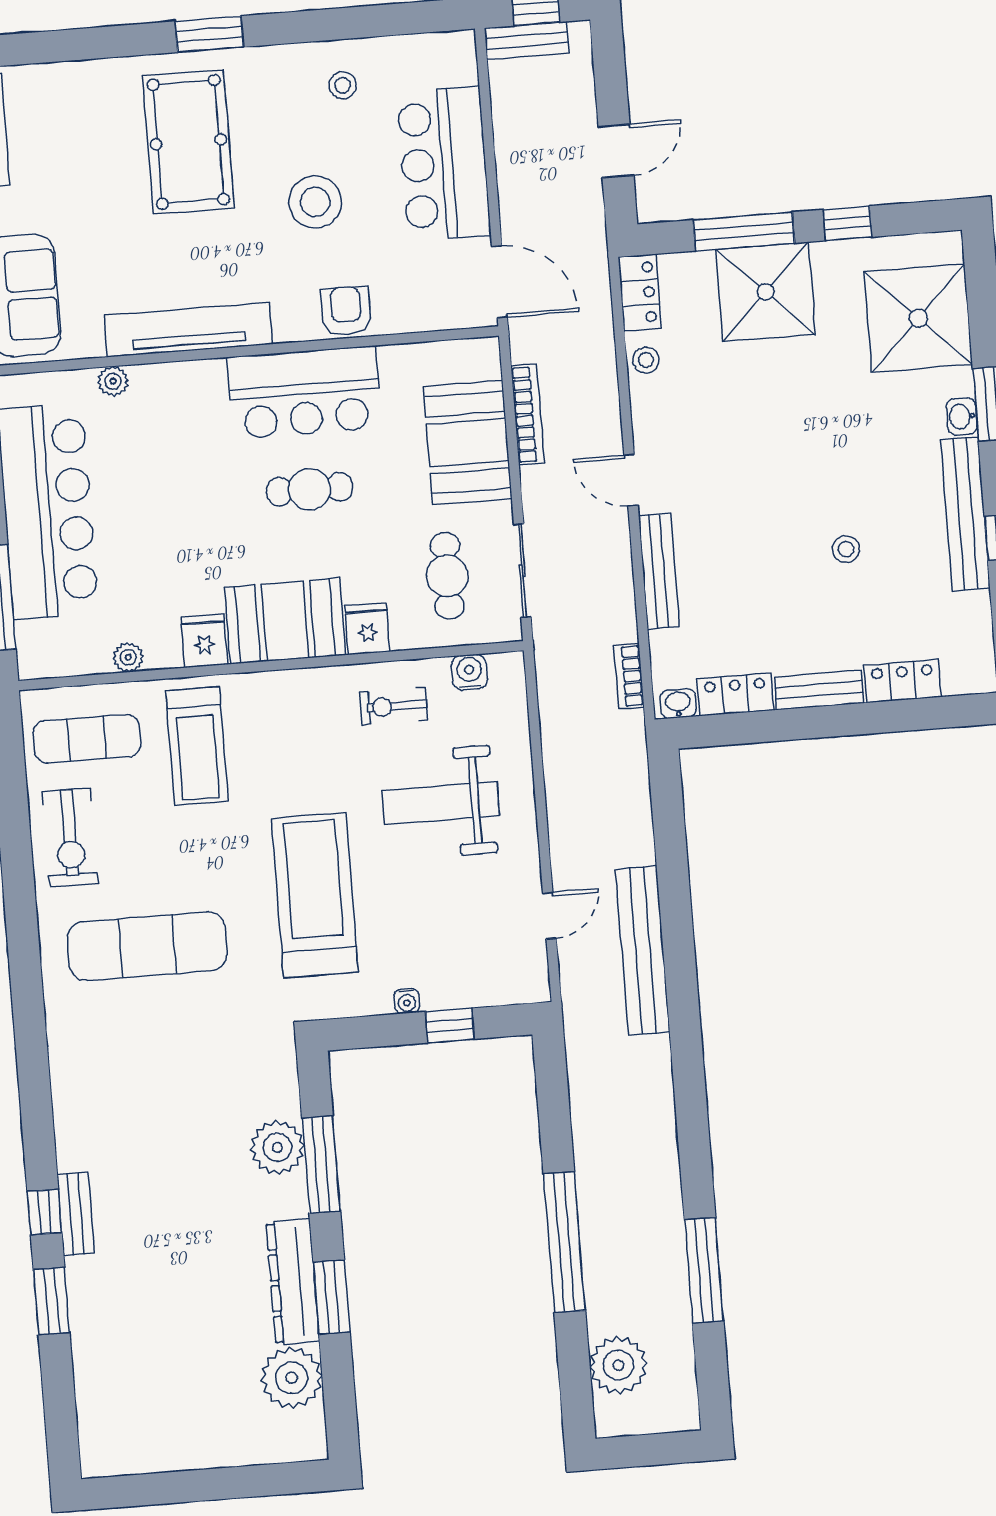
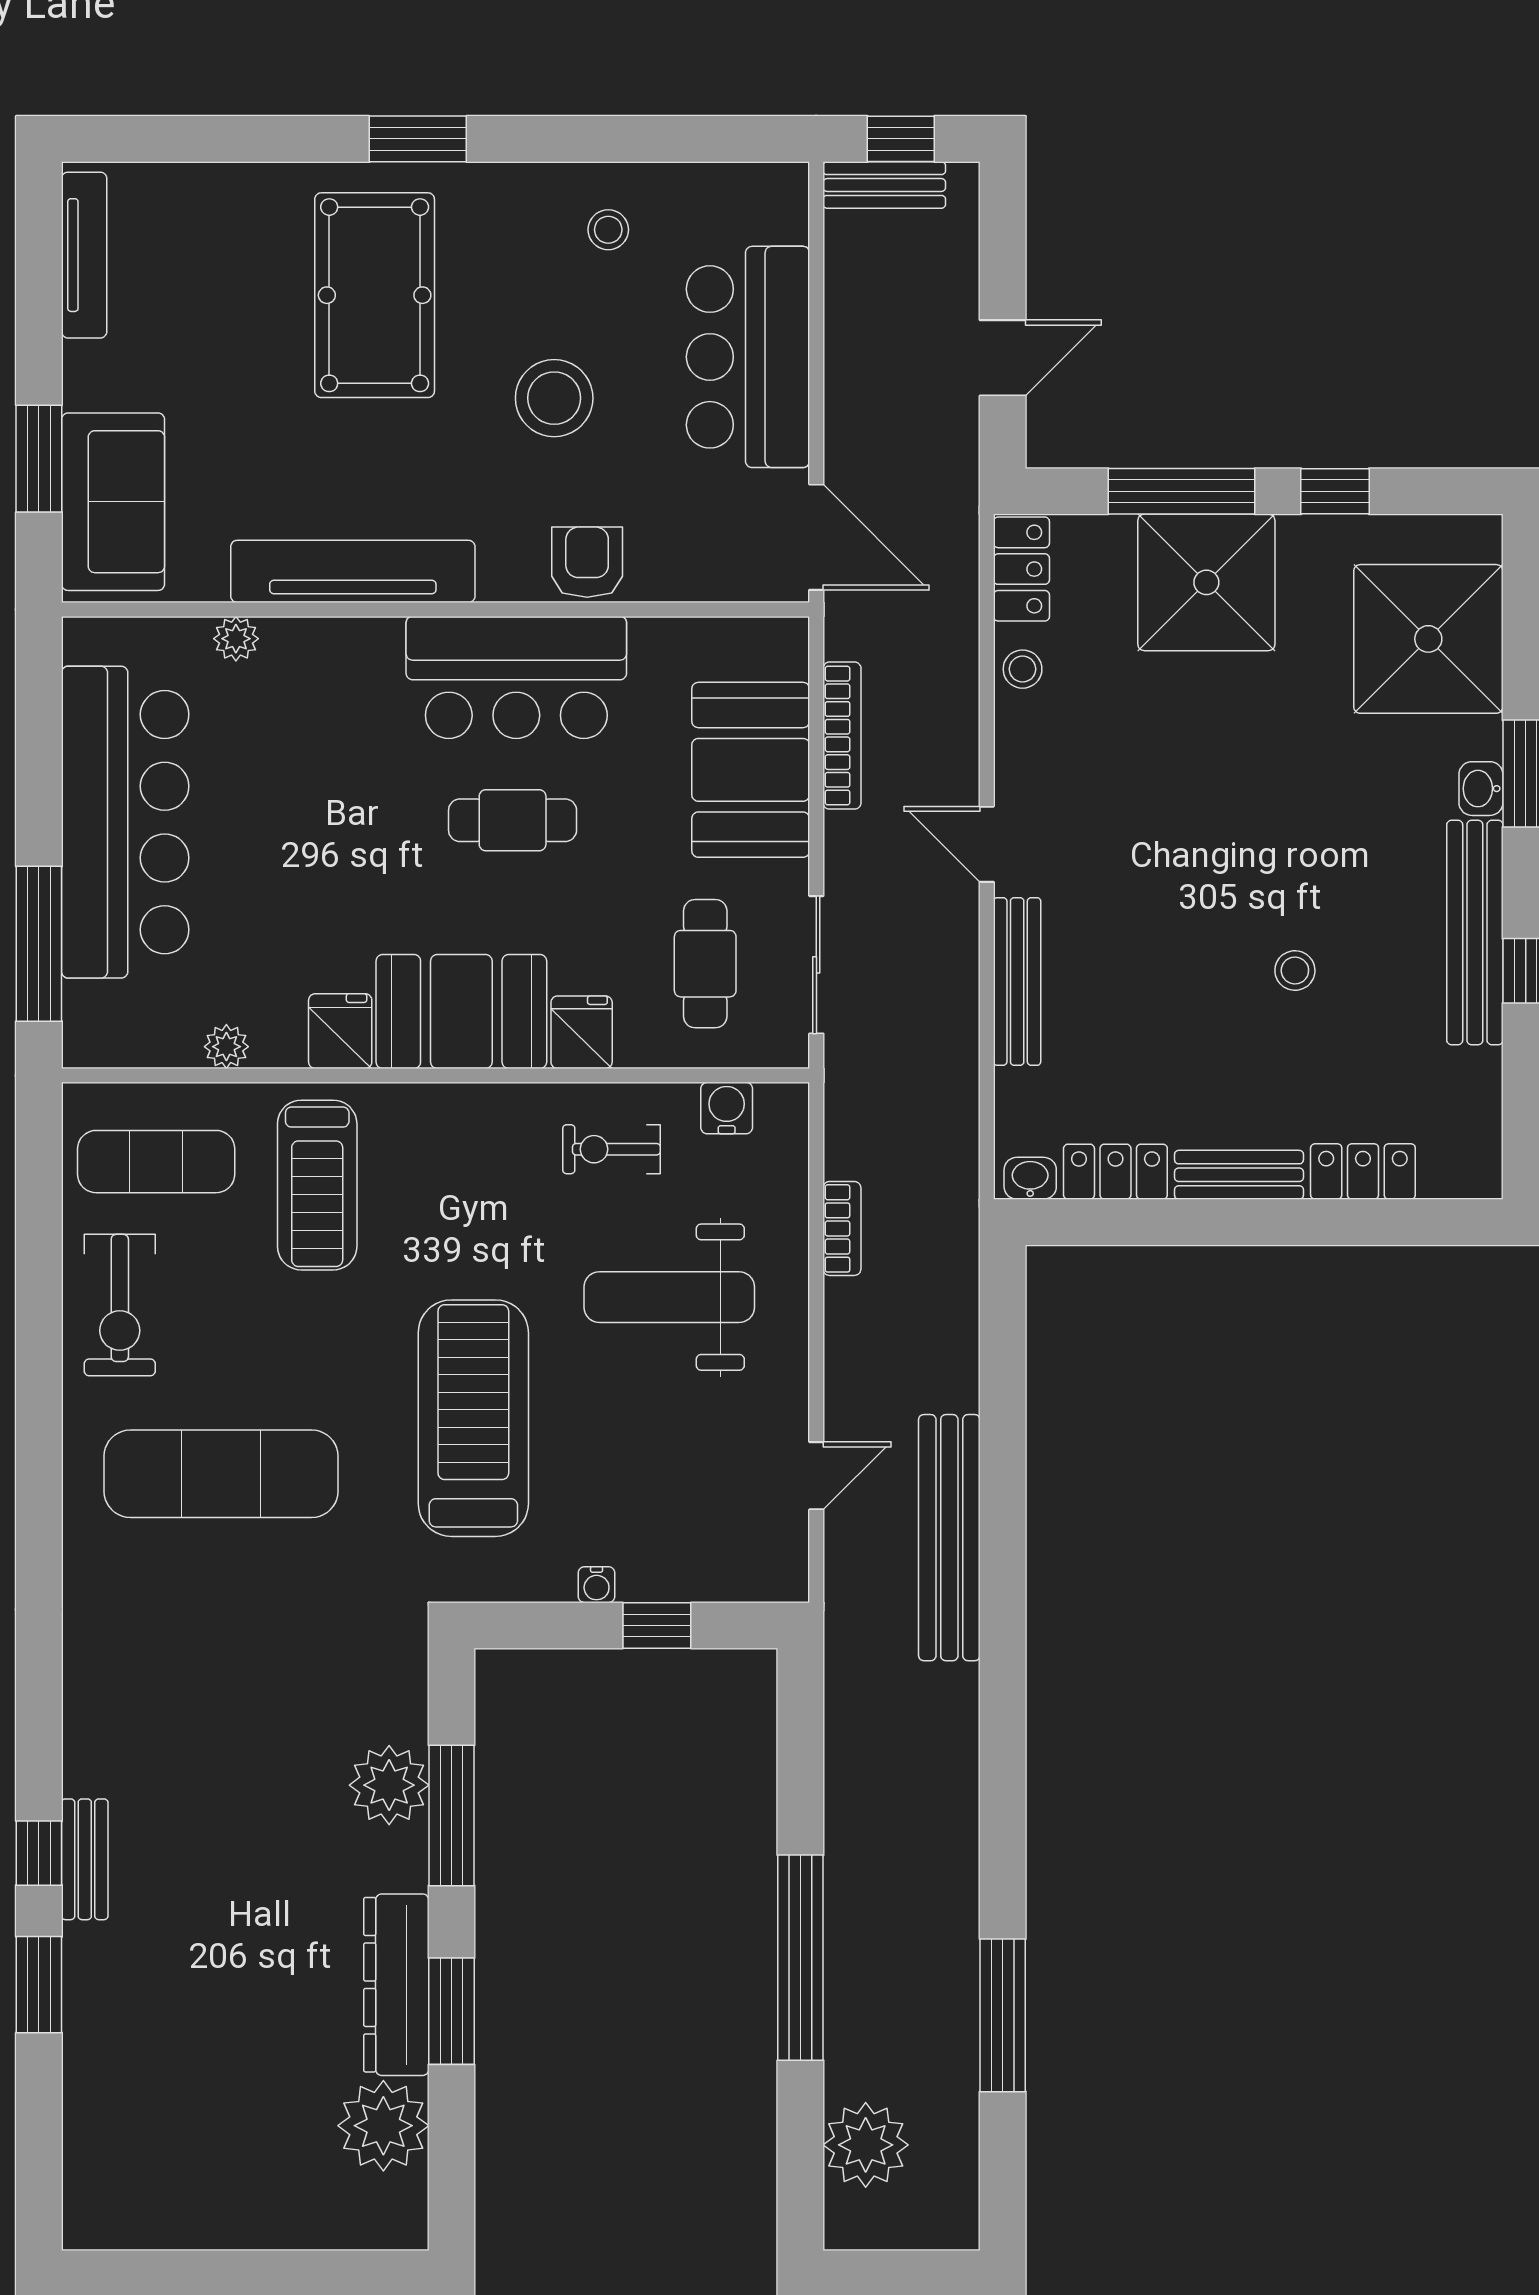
bookcase: (629, 676) -> (842, 1228), moved, turned 180

